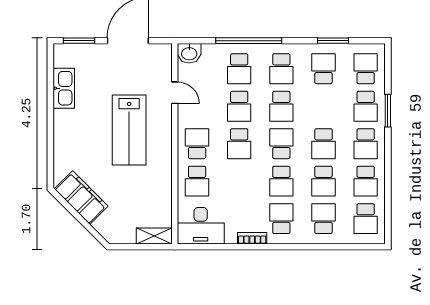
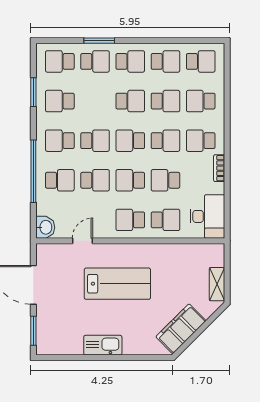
school desk: (281, 69) -> (60, 141), turned 180
kitchen sink: (64, 88) -> (103, 345), moved
school desk: (239, 144) -> (130, 180), turned 180
school desk: (239, 181) -> (165, 180), added
shelving: (154, 236) -> (217, 284), moved

